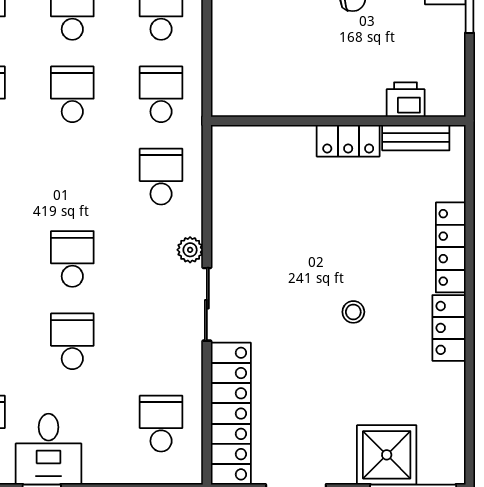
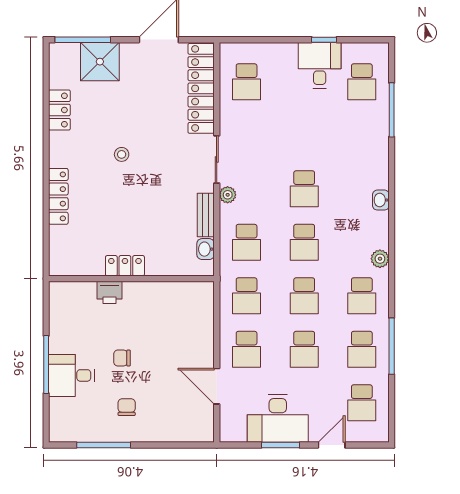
printer: (406, 100) -> (110, 292), moved
bench: (416, 138) -> (206, 215), moved, turned 90
washbasin: (224, 166) -> (206, 249), added
locker: (449, 328) -> (59, 110), moved
school desk: (72, 341) -> (304, 242), moved

